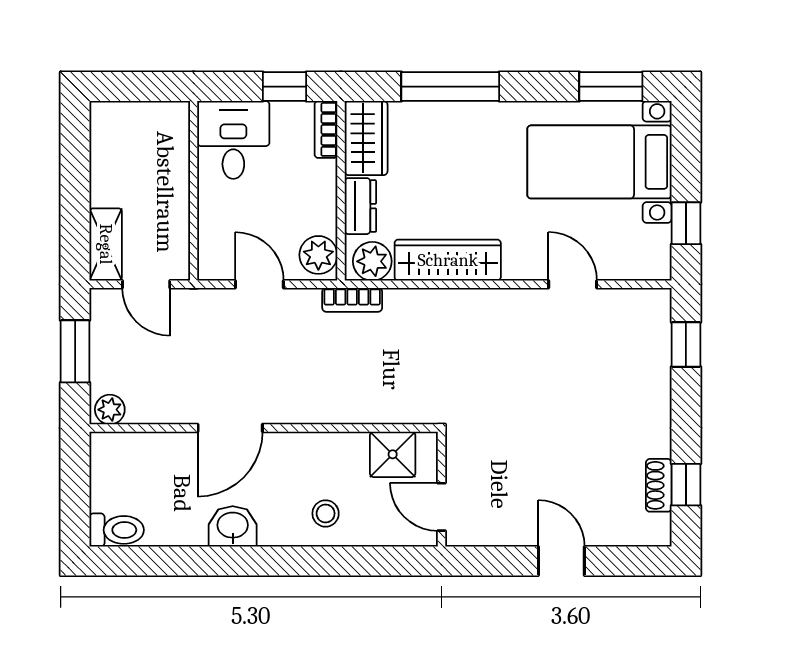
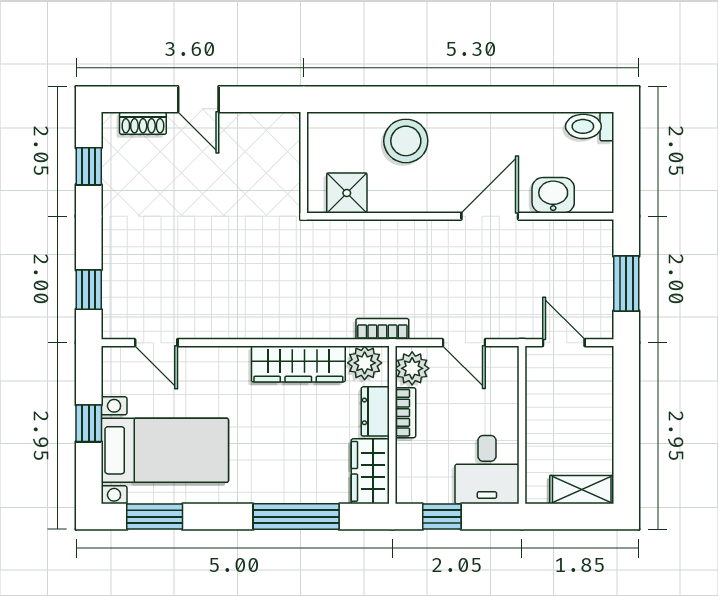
bookcase: (326, 129) -> (405, 413), moved
window: (686, 223) -> (89, 423), moved
shelving: (106, 244) -> (582, 490), moved, turned 90
door: (573, 284) -> (156, 343), moved
plant: (110, 410) -> (596, 232), removed
shoe rack: (659, 485) -> (143, 123), moved, turned 90
door: (442, 507) -> (304, 147), removed
stool: (326, 513) -> (406, 141), width x1.89, depth x1.89
washbasin: (233, 526) -> (553, 195), moved, turned 180

